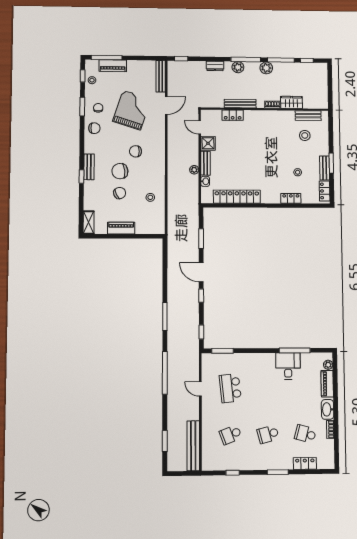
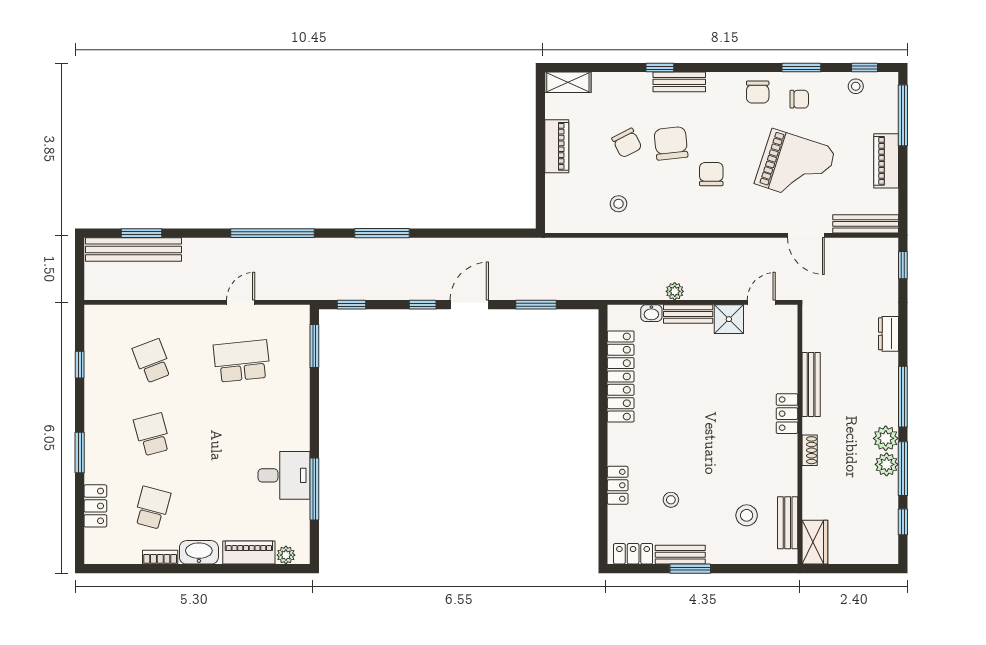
piano: (113, 66) -> (886, 161), moved
plant: (238, 67) -> (887, 464), moved
wardrobe: (292, 102) -> (815, 542), moved
locker: (233, 115) -> (787, 414), moved
bench: (193, 446) -> (134, 249), moved

